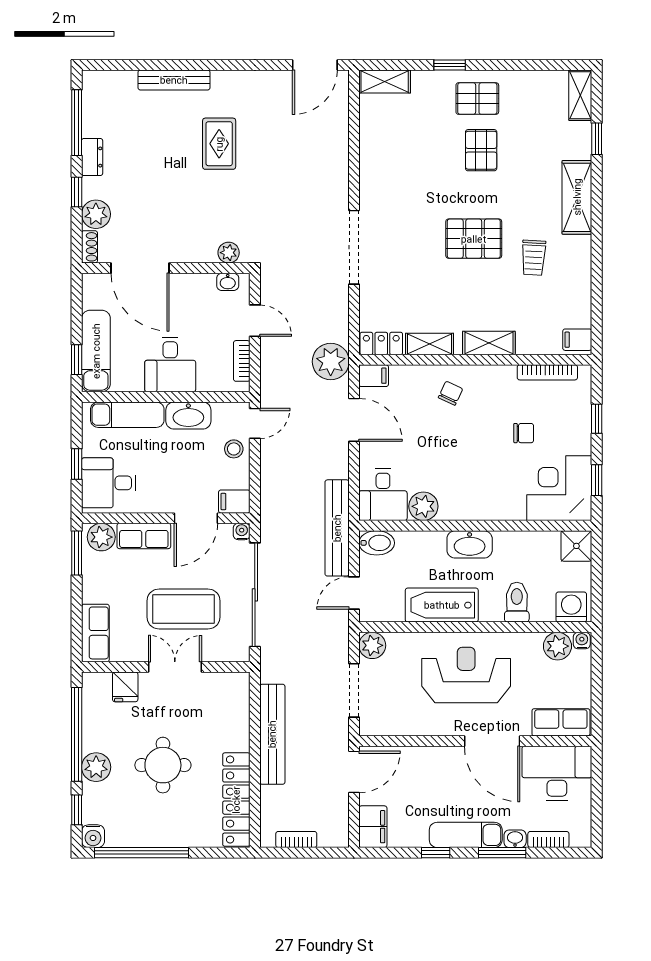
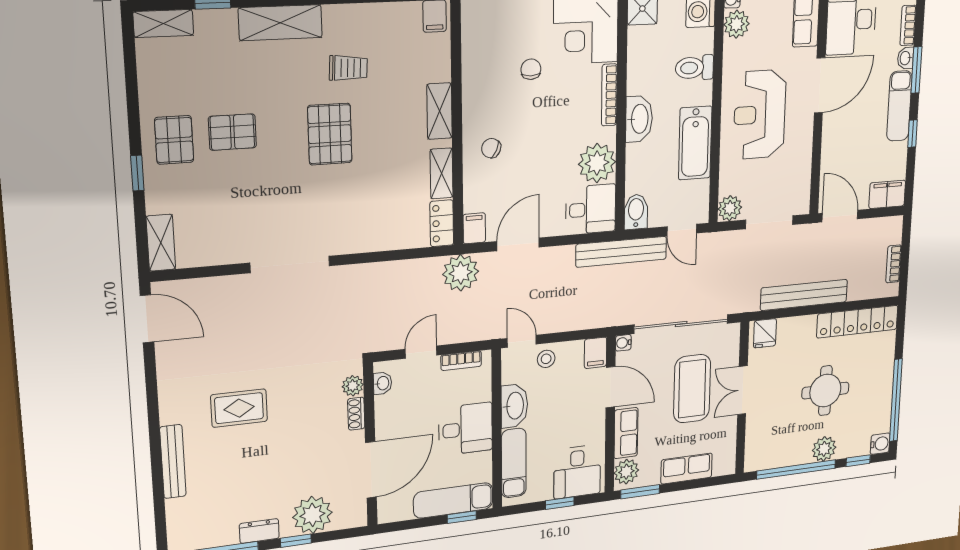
plant: (96, 214) -> (312, 515), width x1.36, depth x1.36
shoe rack: (89, 247) -> (356, 414), moved, turned -90
doorway: (354, 247) -> (290, 264), moved
bookcase: (547, 372) -> (609, 95), moved, turned 180
plant: (423, 506) -> (597, 163), width x1.36, depth x1.36
row of seats: (95, 633) -> (687, 469), moved
fridge: (125, 687) -> (765, 333), moved, turned 90

